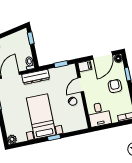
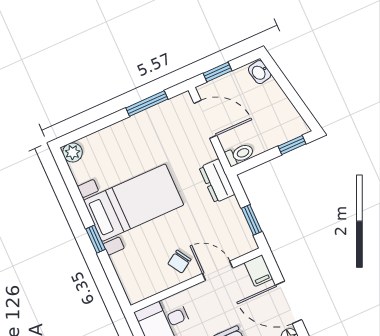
dresser: (36, 77) -> (217, 181), width x0.70

